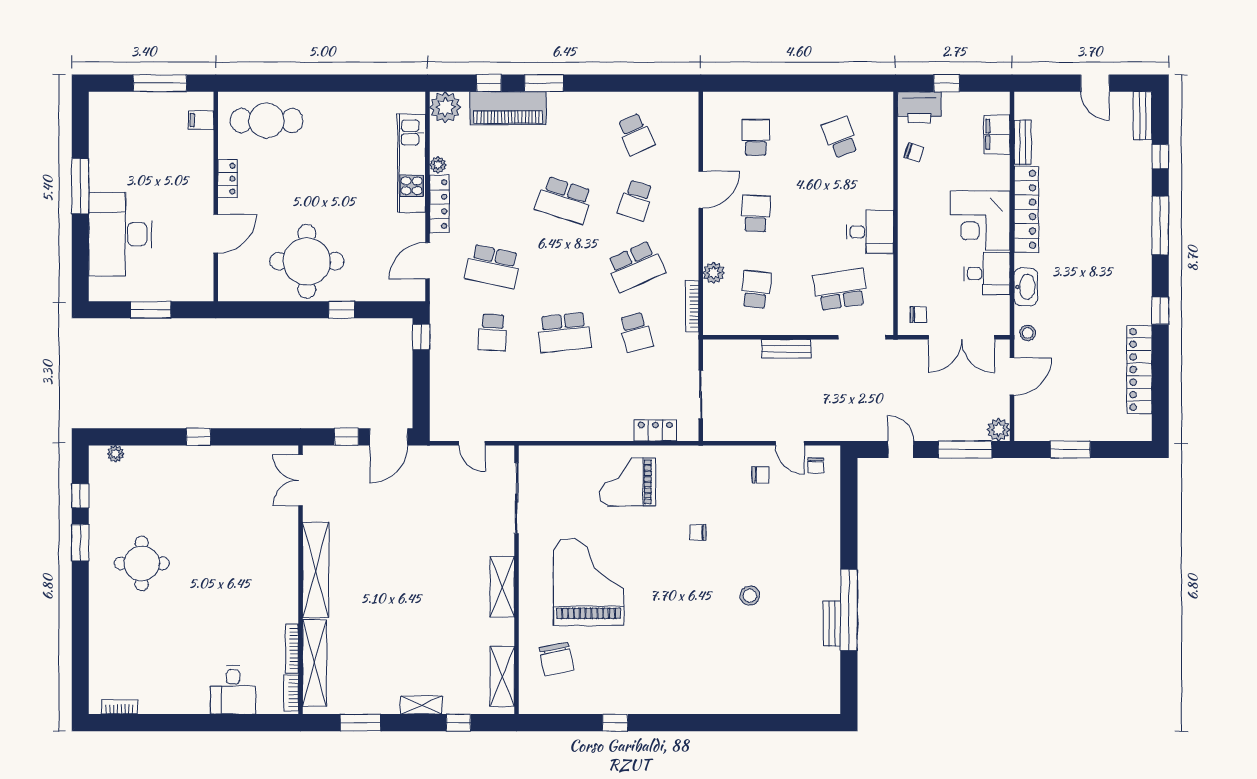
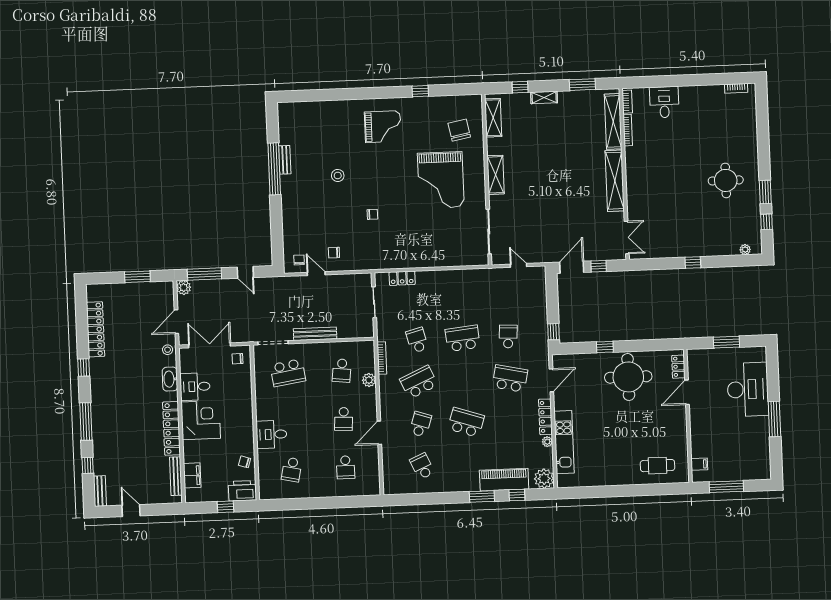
cafe table: (267, 121) -> (657, 466), width x0.73, depth x0.74
school desk: (840, 137) -> (292, 469), turned 33
bench: (1023, 142) -> (176, 476), width x1.36
locker: (228, 179) -> (678, 367), moved
desk: (870, 232) -> (272, 434), moved
bench: (786, 349) -> (315, 334), width x1.36
grand piano: (628, 482) -> (383, 127), moved

